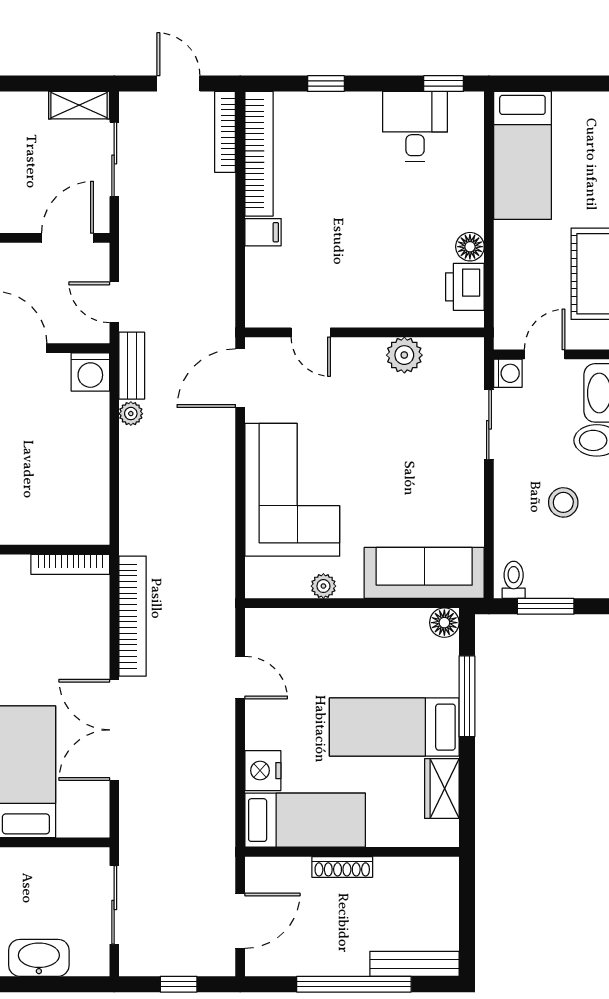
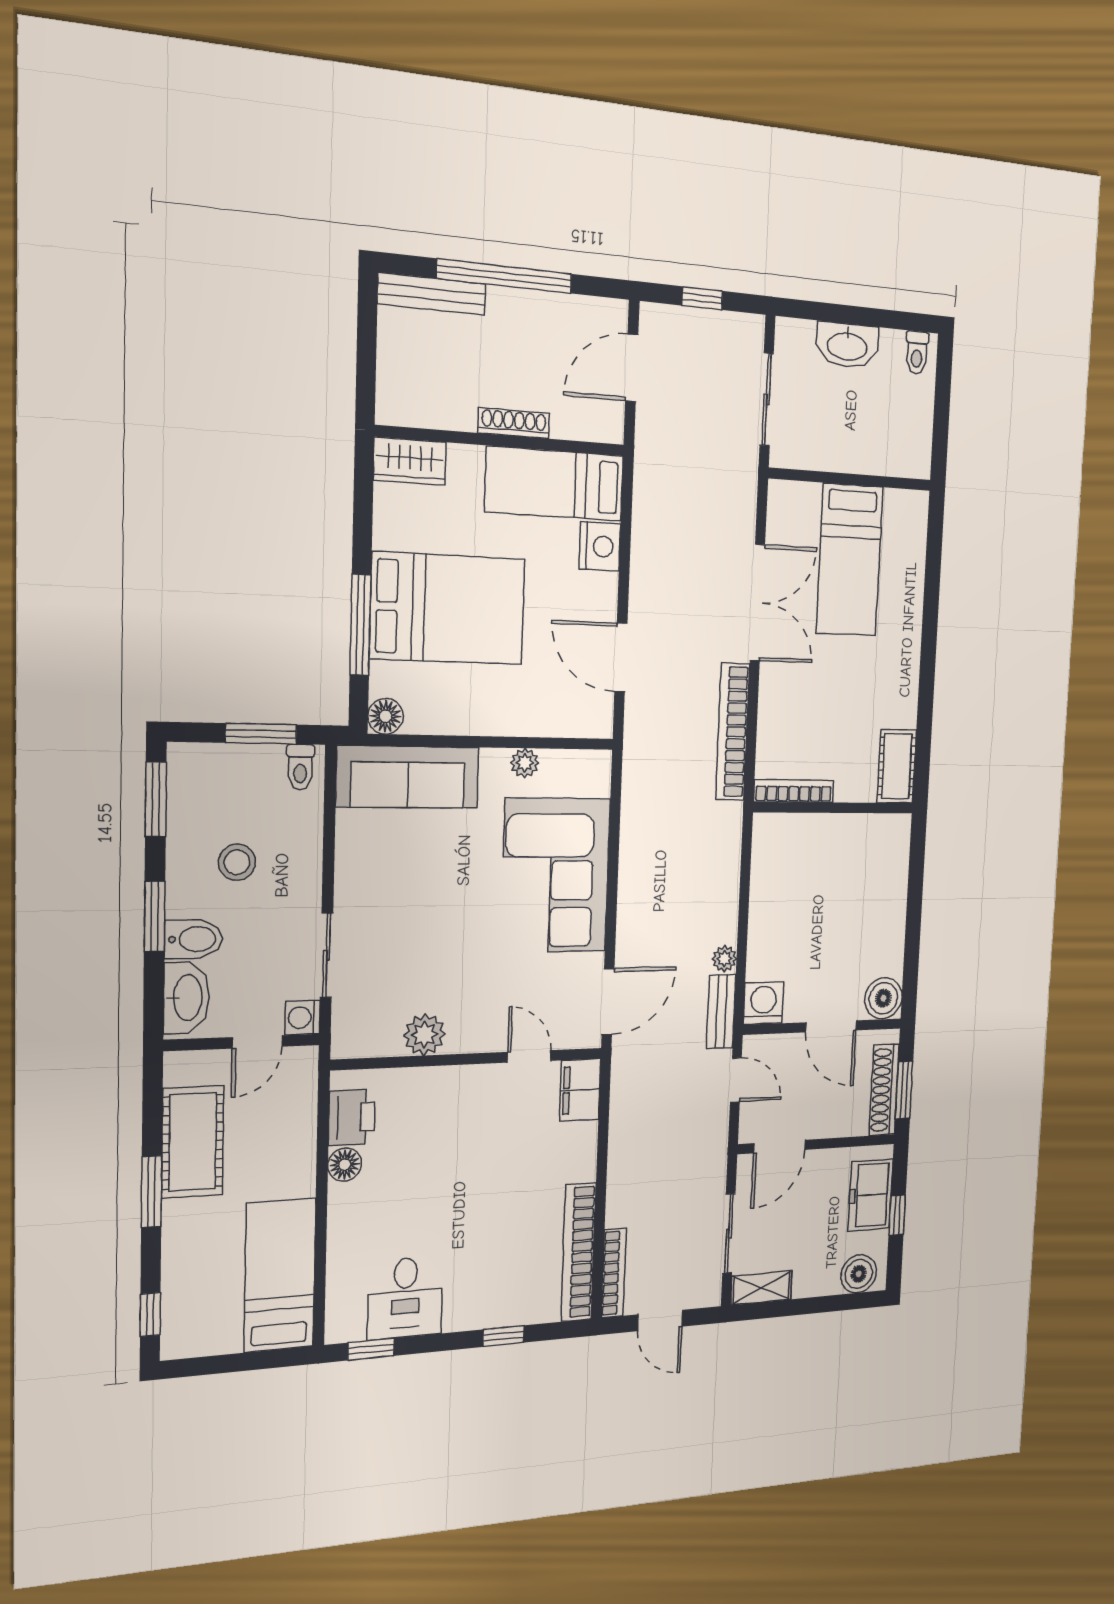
filing cabinet: (263, 232) -> (580, 1090), moved, width x2.00
door: (240, 678) -> (621, 658), width x1.37
bed: (394, 727) -> (448, 609), width x1.50
wardrobe: (442, 789) -> (410, 461), moved, turned 90

